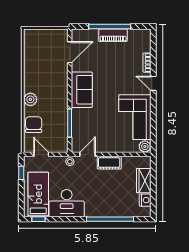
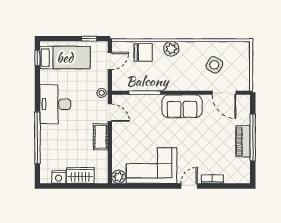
side table: (45, 61) -> (214, 65), added
desk: (67, 203) -> (55, 104), moved

